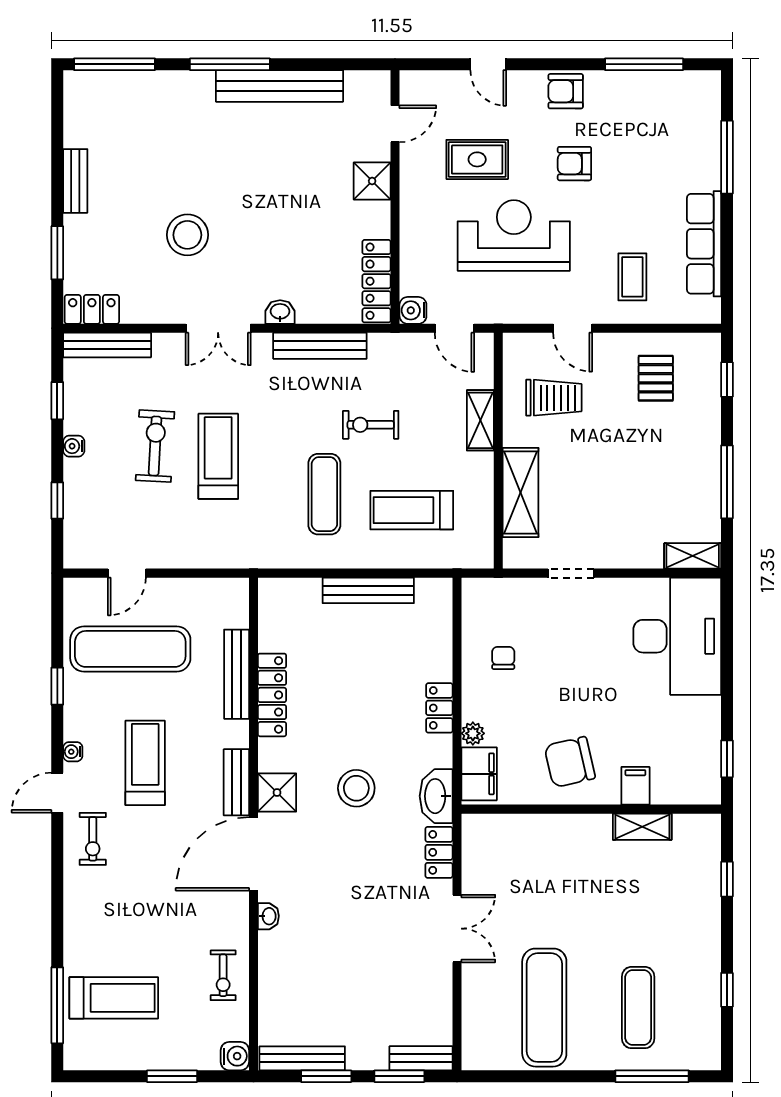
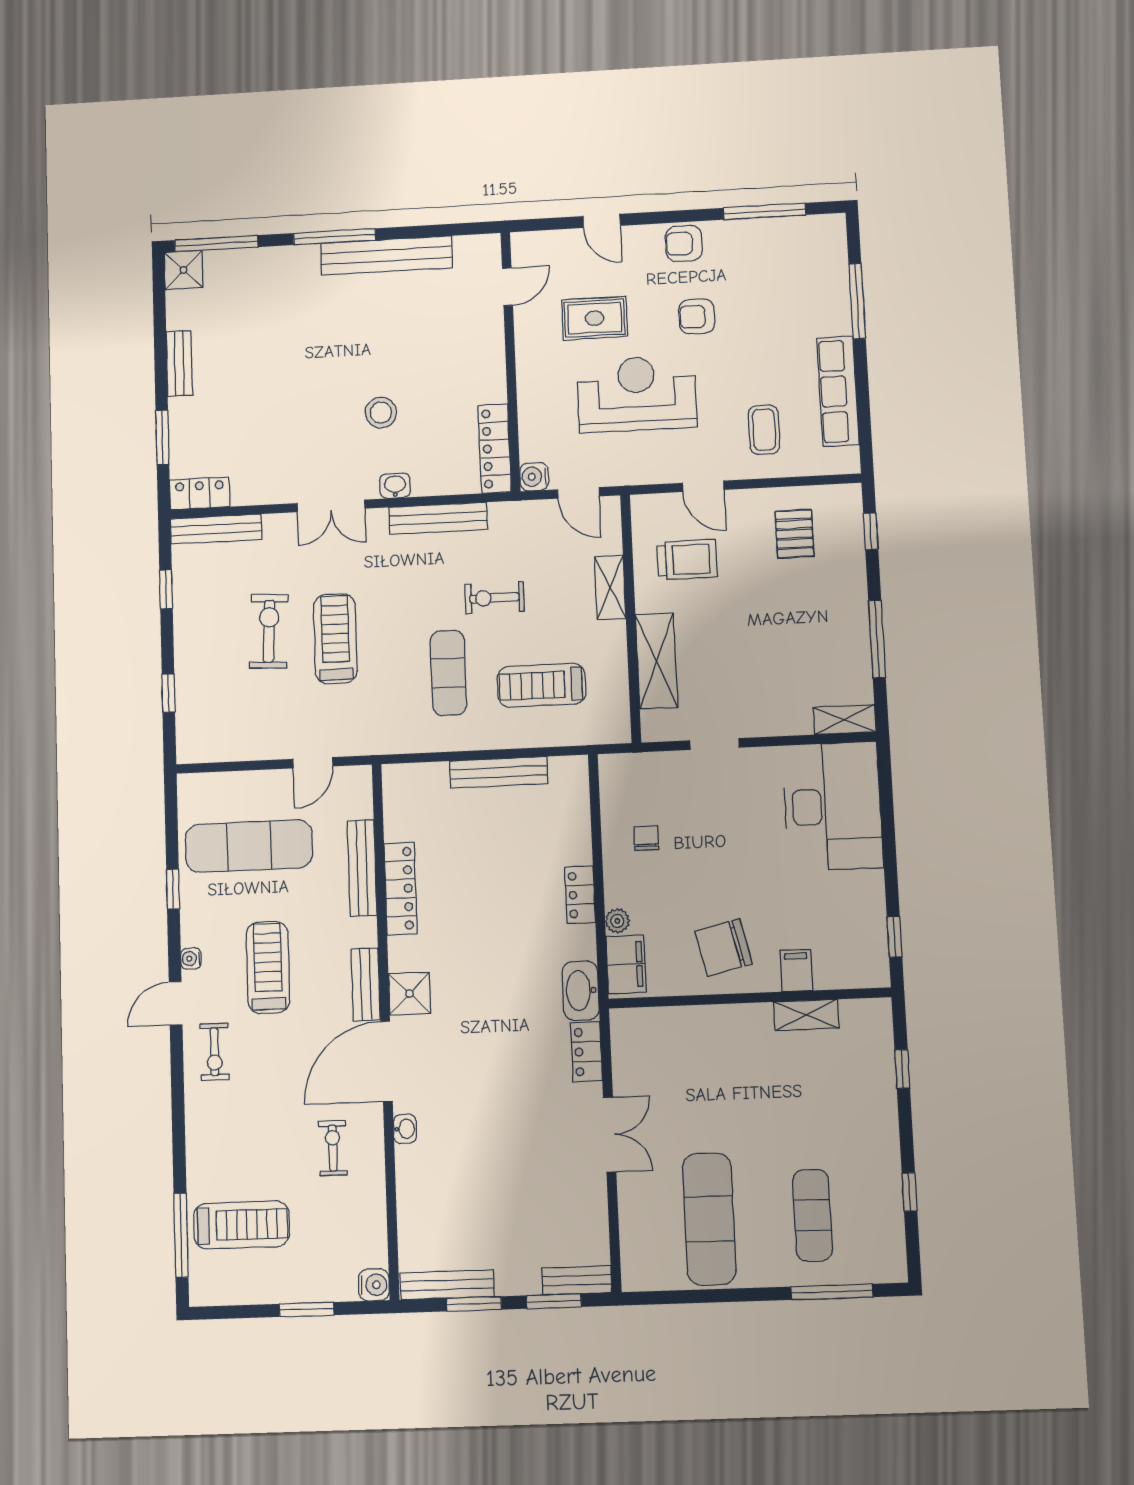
shower: (372, 181) -> (184, 270), moved
stool: (187, 235) -> (381, 413), moved, width x0.73, depth x0.73
water cooler: (74, 446) -> (184, 636), removed
door: (127, 573) -> (313, 763), moved
stool: (356, 788) -> (494, 985), removed
exercise bike: (223, 975) -> (333, 1148), moved, turned 180

